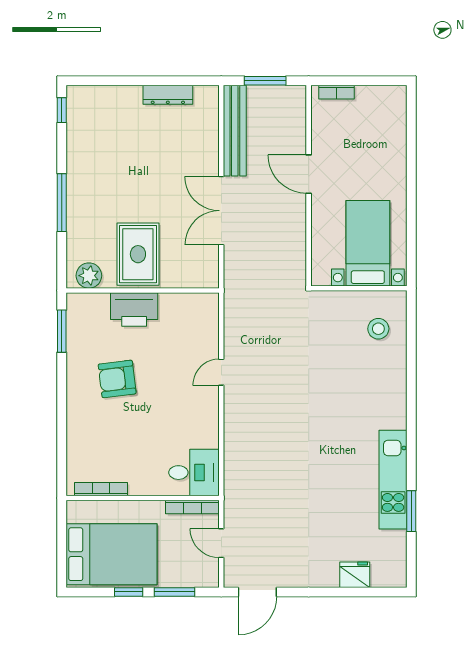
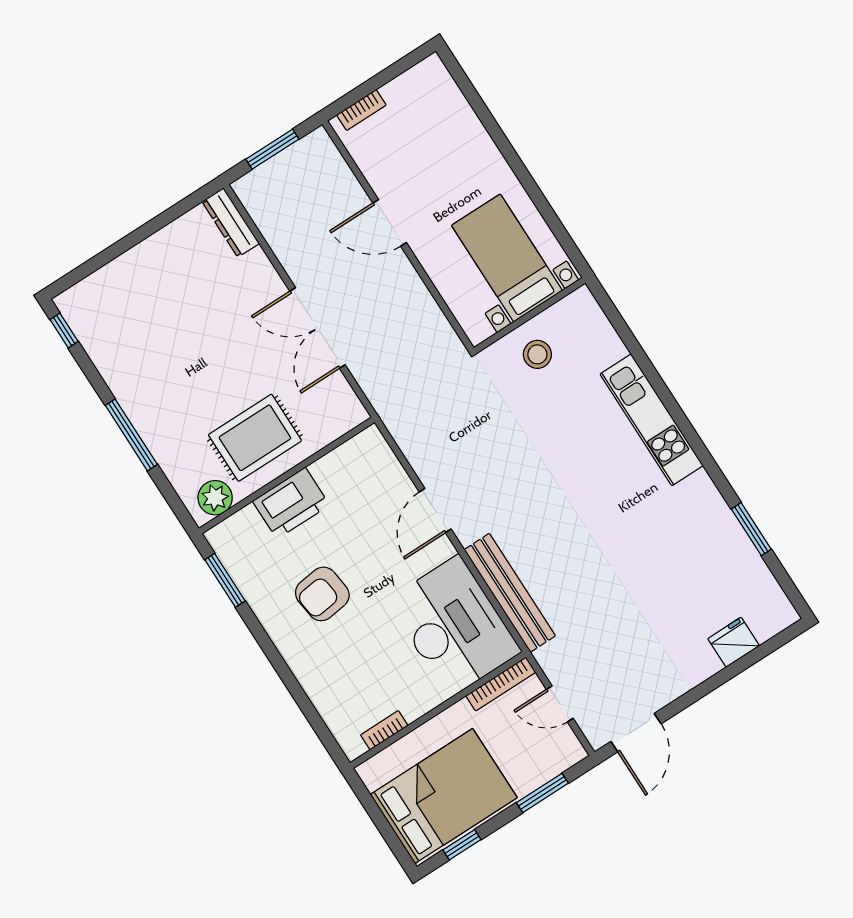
dresser: (168, 95) -> (231, 223), moved, turned 90
bench: (235, 131) -> (510, 593), moved
rug: (138, 254) -> (255, 438), turned 90
stool: (378, 329) -> (537, 354), moved
door: (221, 372) -> (435, 511), width x1.38
desk: (194, 473) -> (454, 626), width x1.87, depth x1.30
kitchen unit: (393, 480) -> (652, 420), moved
bookcase: (101, 489) -> (384, 730), width x0.64
window: (129, 592) -> (462, 845), moved

